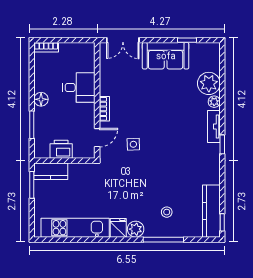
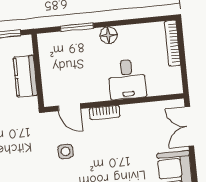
bookcase: (46, 47) -> (172, 43), width x1.56
printer: (61, 149) -> (51, 65), removed
kitchen counter: (51, 171) -> (25, 76), moved

